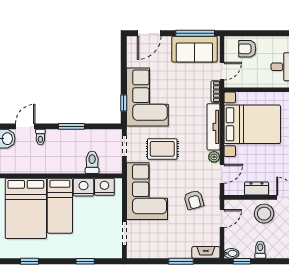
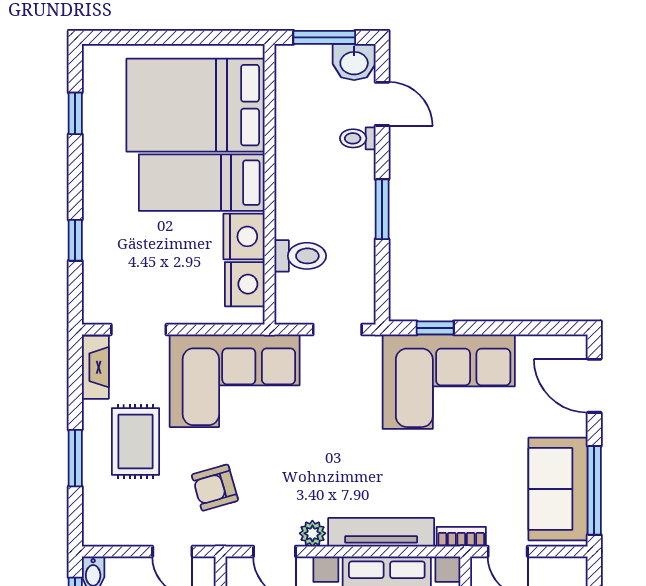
rug: (162, 149) -> (135, 442), moved
fireplace: (206, 252) -> (95, 367), moved

